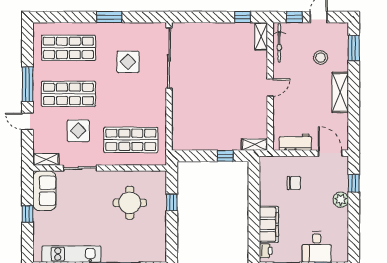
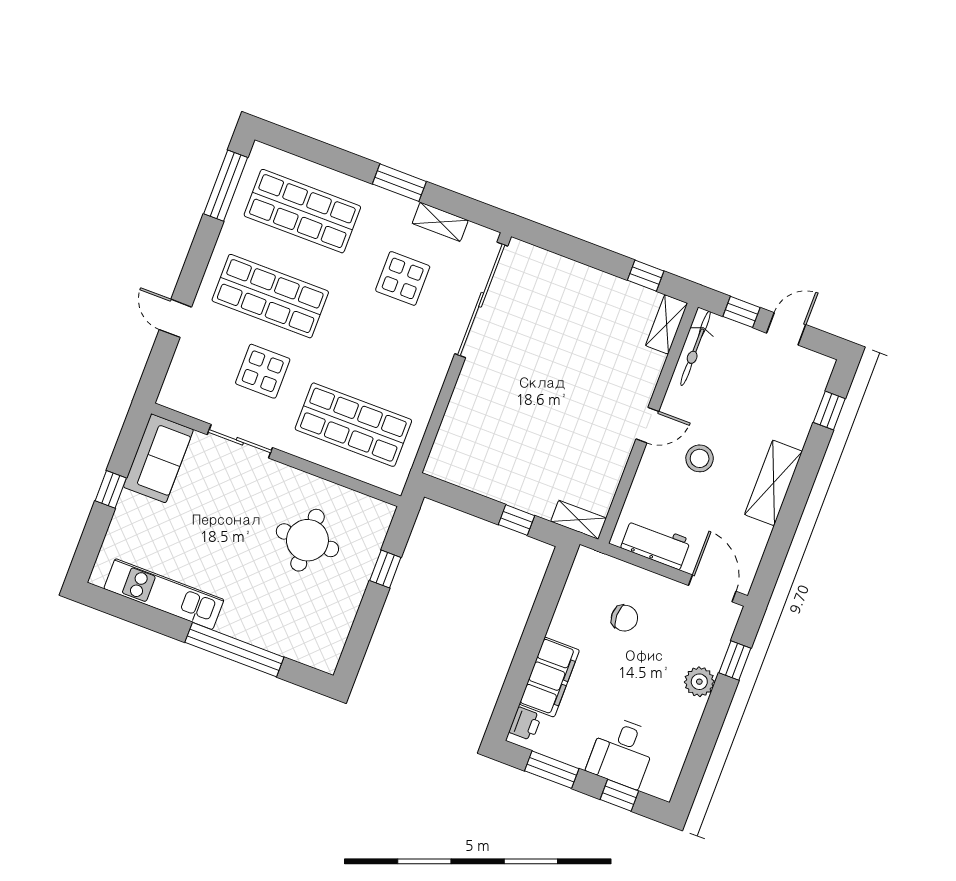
window: (354, 48) -> (829, 411), width x0.67
stool: (321, 58) -> (700, 458), moved
window: (28, 84) -> (226, 186), moved
shelving: (46, 159) -> (440, 222), moved

